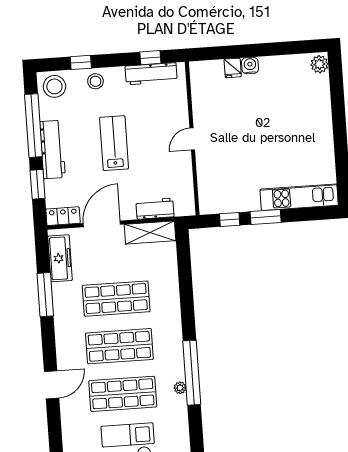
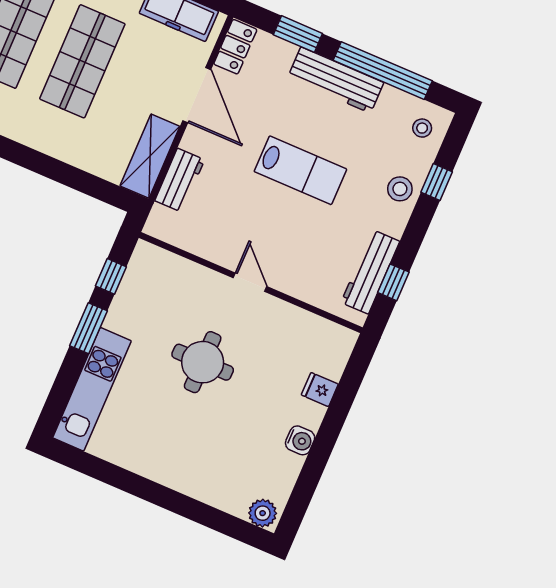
water cooler: (250, 65) -> (300, 440), moved
stool: (54, 86) -> (422, 128), width x0.53, depth x0.53
round table: (251, 142) -> (203, 362), added

